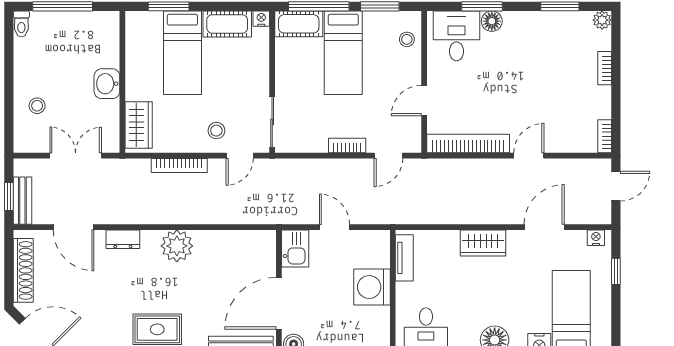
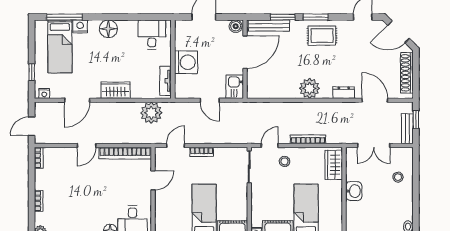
stool: (407, 39) -> (164, 219), removed
bench: (22, 201) -> (407, 129), moved
plant: (427, 207) -> (151, 113), added

